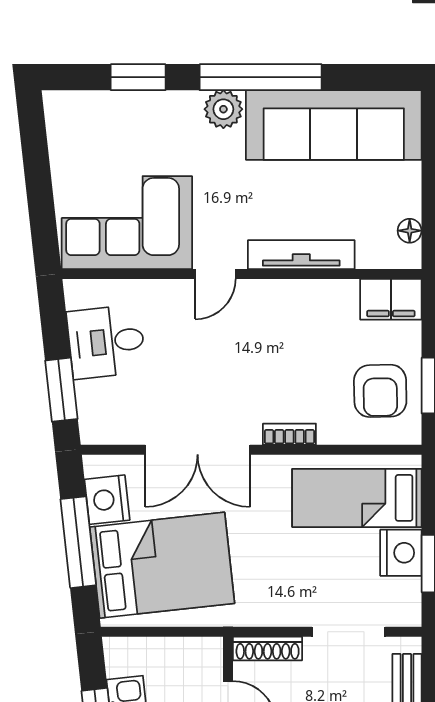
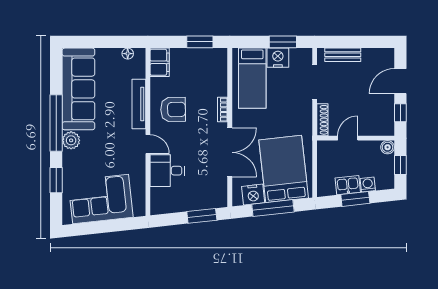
corner sofa: (127, 223) -> (101, 199), moved, turned 84
desk: (106, 342) -> (167, 171), moved, turned 96
armchair: (380, 391) -> (173, 110), moved

